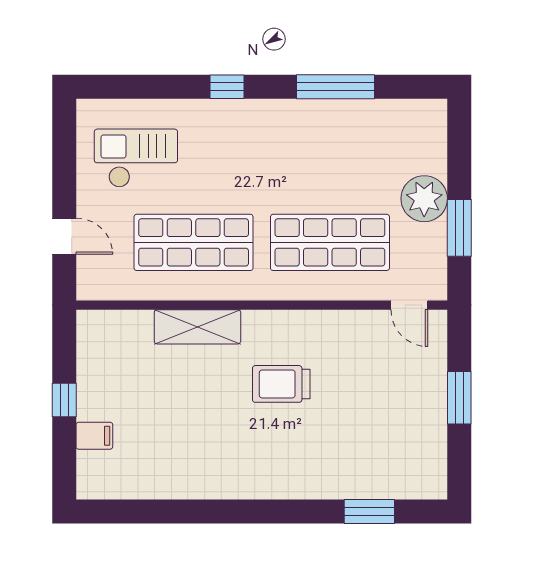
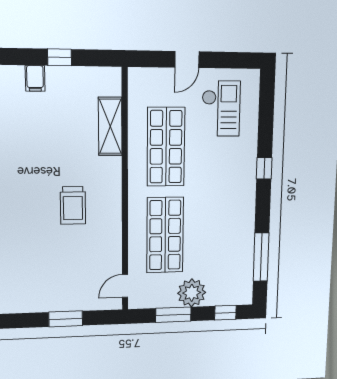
window: (336, 87) -> (261, 257), moved
window: (459, 143) -> (225, 313), added
door: (64, 236) -> (187, 60), moved
shelving: (197, 327) -> (110, 126), moved
trolley: (281, 384) -> (73, 205), turned 180

